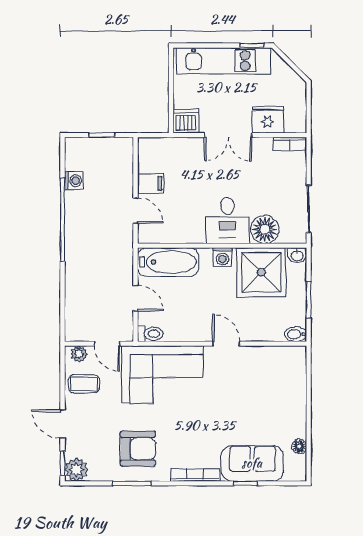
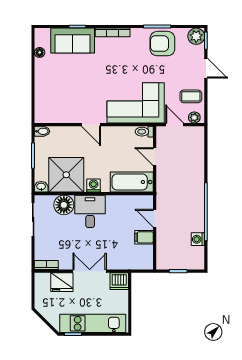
armchair: (138, 449) -> (162, 44), moved

